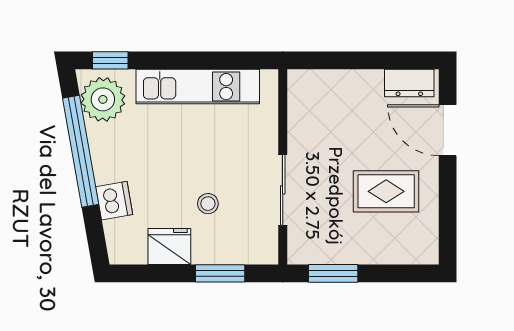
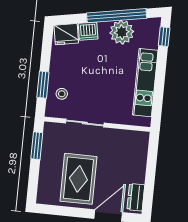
plant: (103, 99) -> (122, 32), moved
rug: (386, 191) -> (78, 179), width x1.36, depth x1.43
stool: (208, 204) -> (62, 94), moved
fridge: (169, 246) -> (66, 34), moved, turned 80

